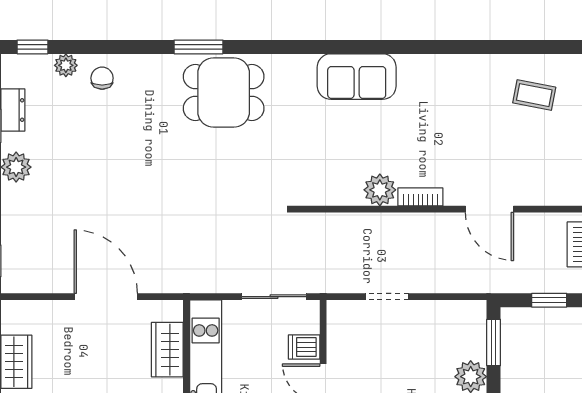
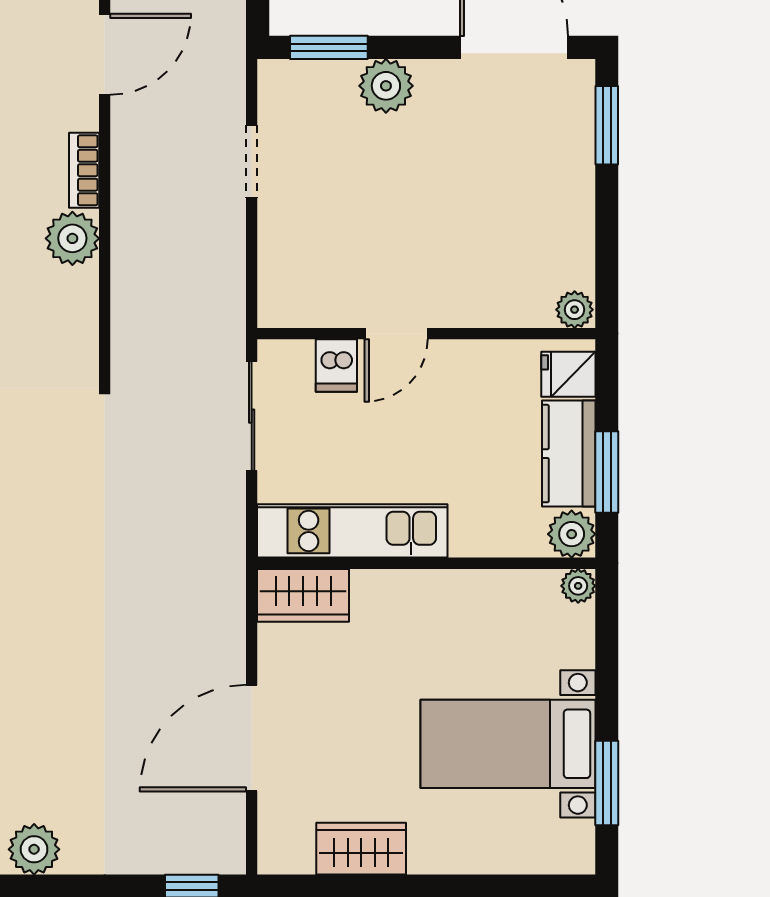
door: (106, 297) -> (252, 738), moved
doorway: (387, 297) -> (252, 161), moved
wardrobe: (167, 350) -> (303, 595), moved

